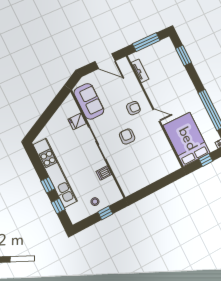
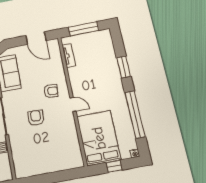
window: (184, 55) -> (124, 67), moved

